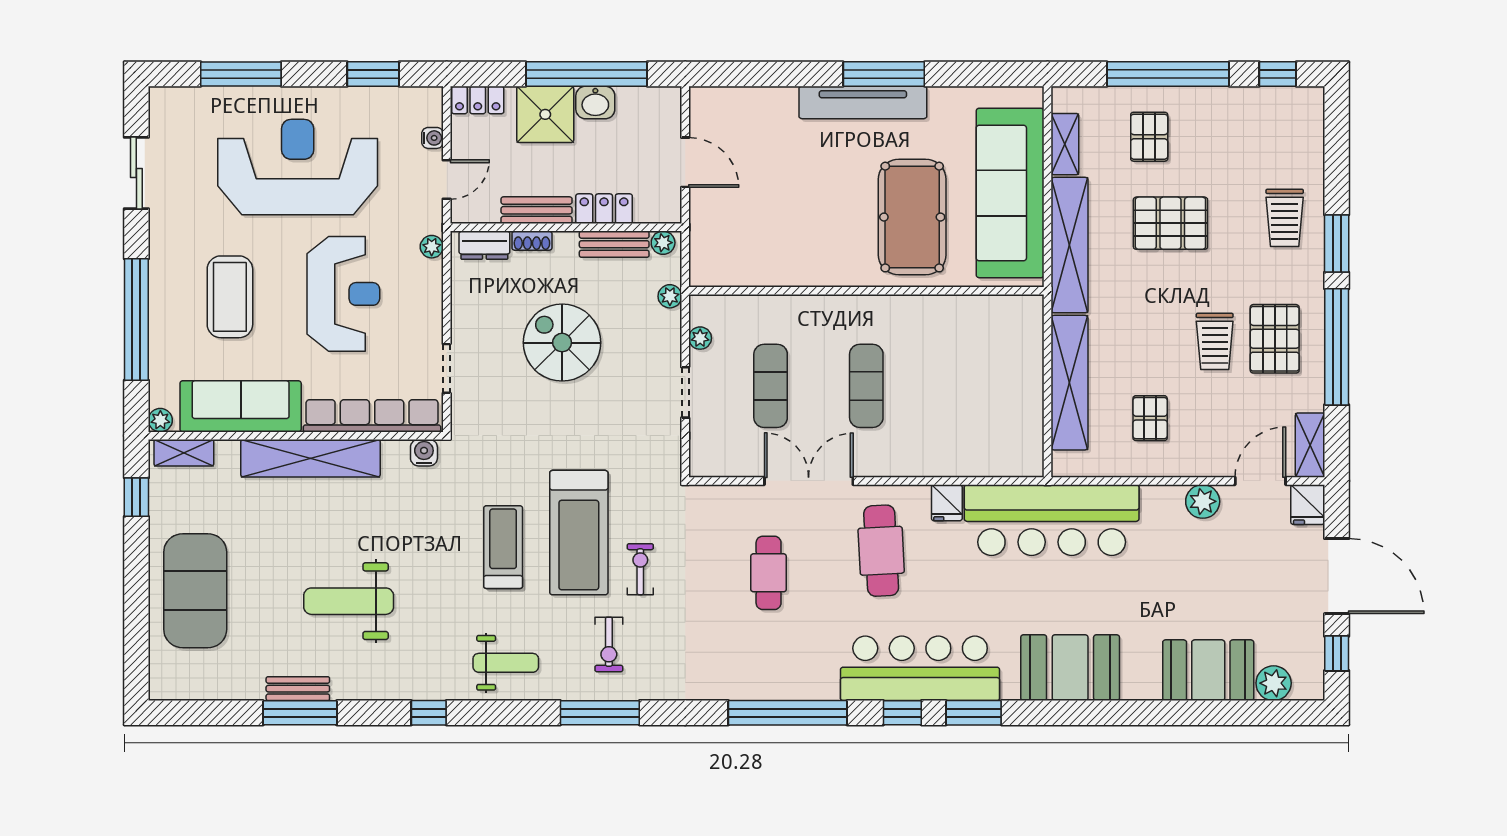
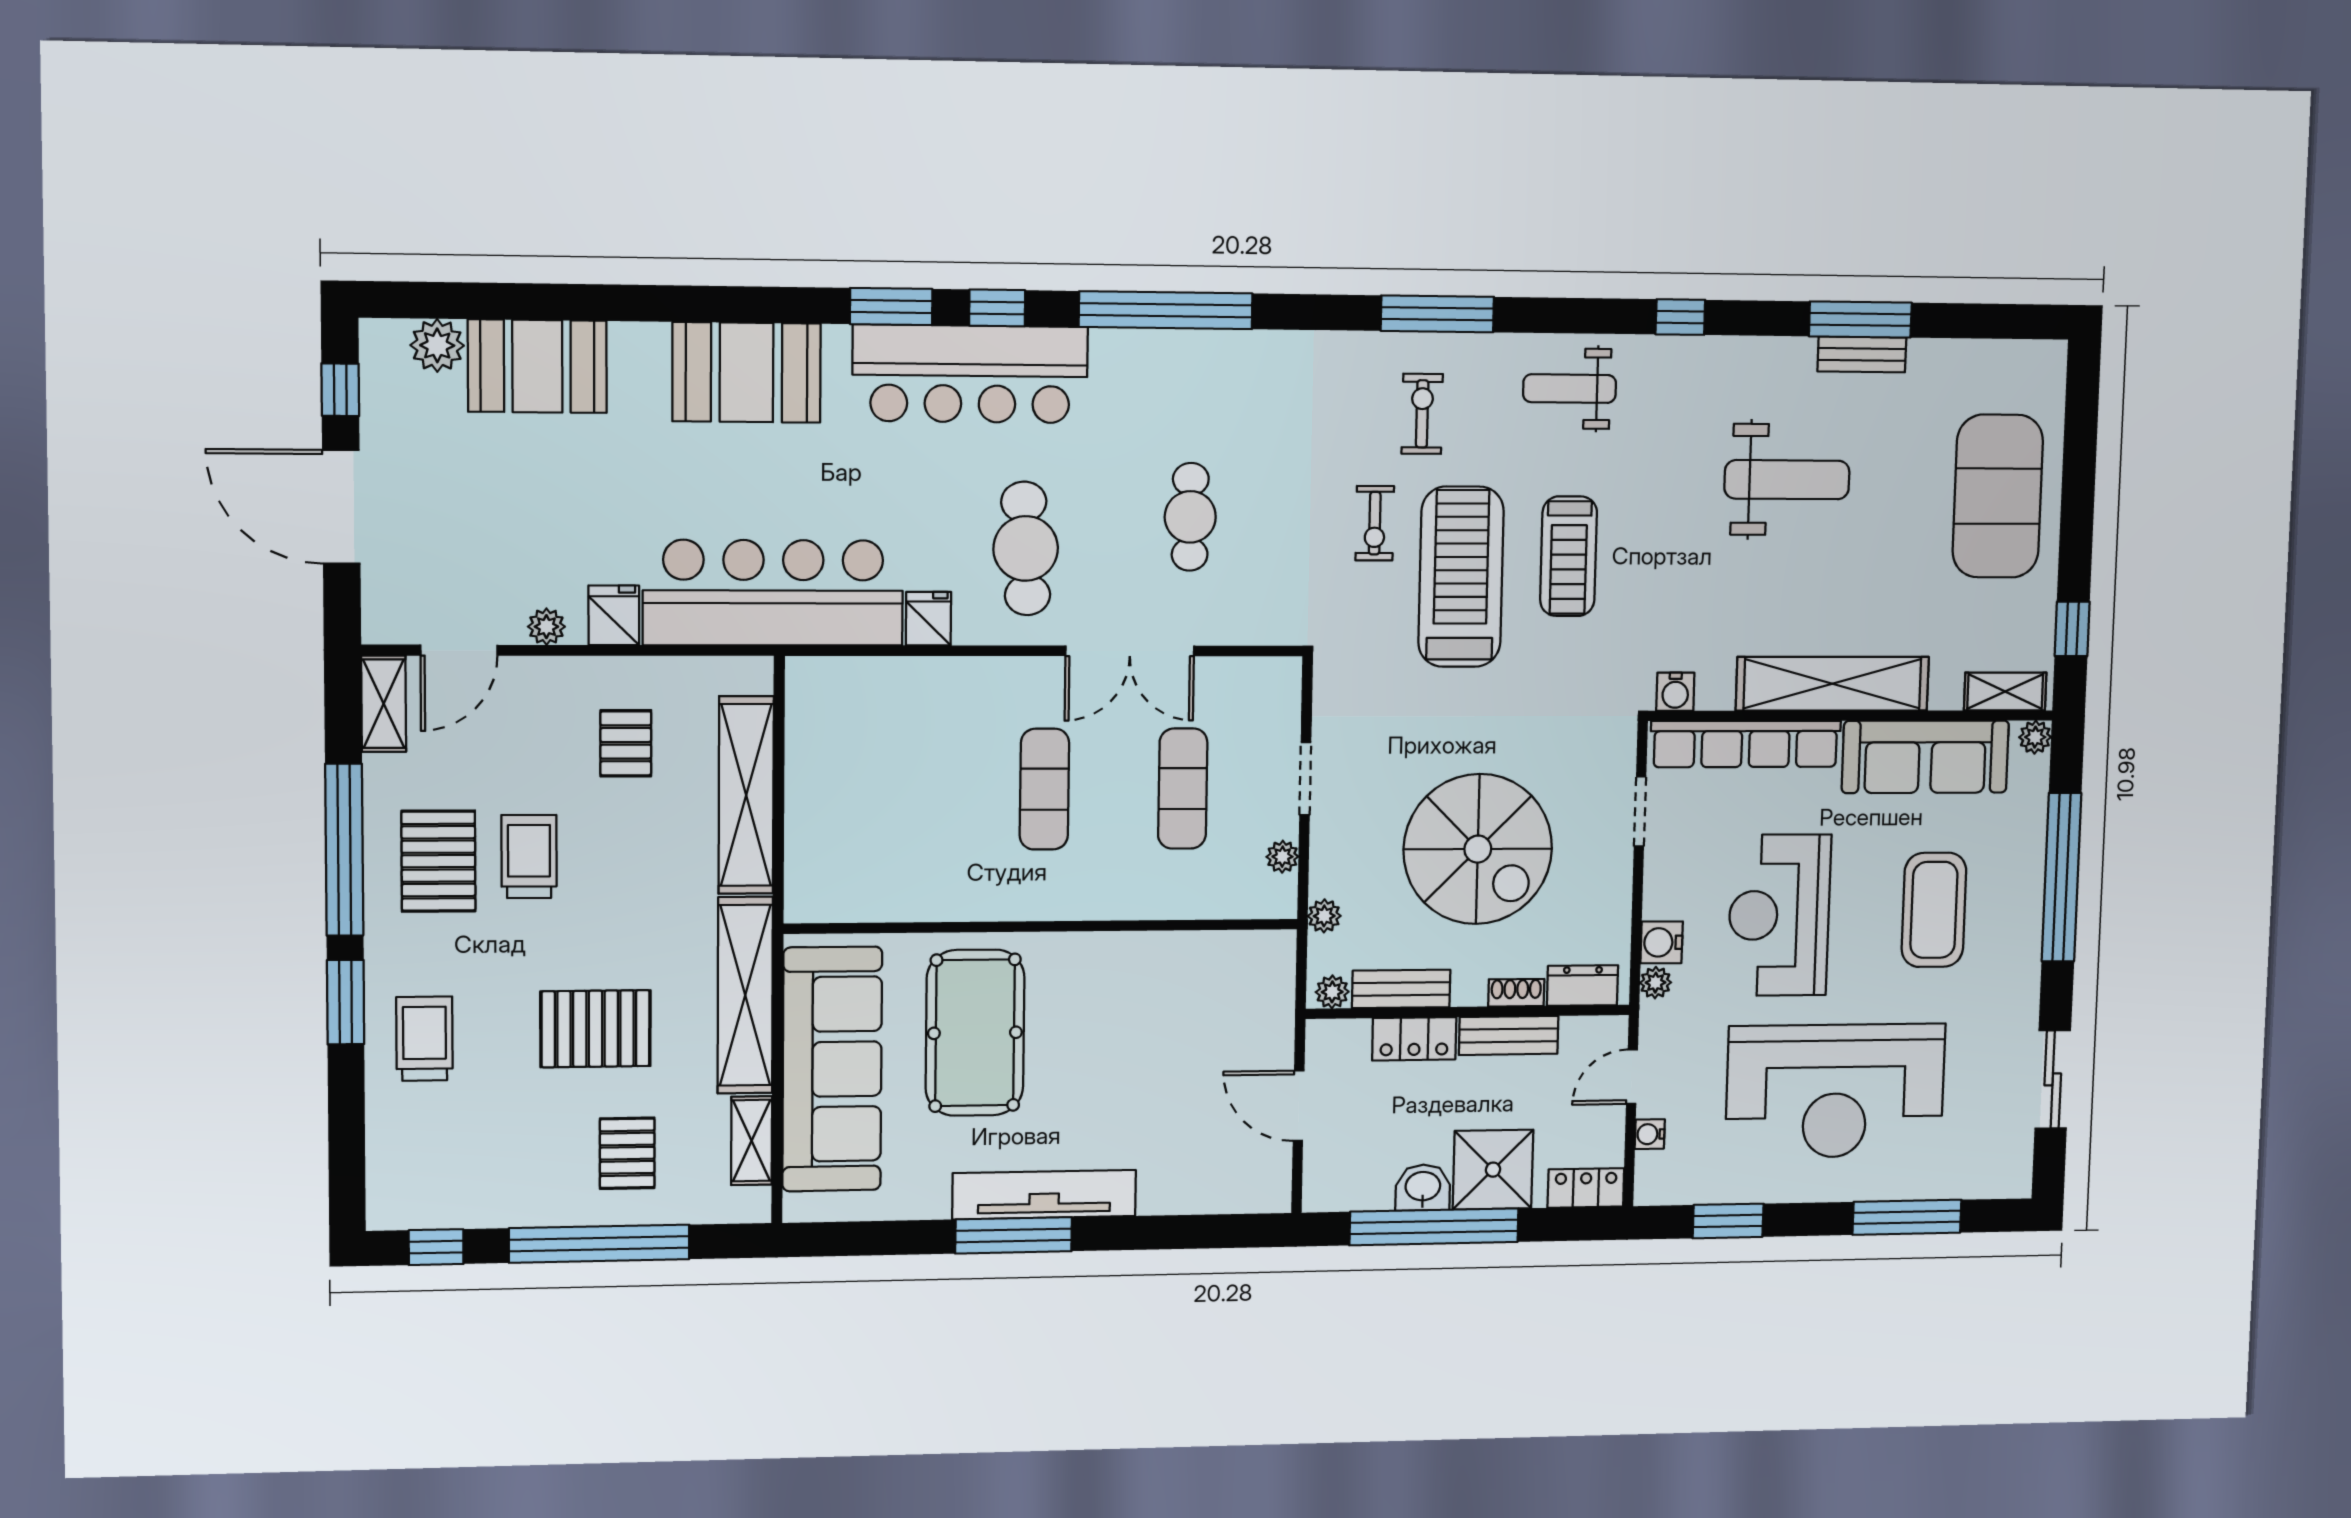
water cooler: (428, 275) -> (1662, 942), added
spiral stairs: (562, 343) -> (1478, 849), width x1.37, depth x1.37
plant: (1203, 501) -> (546, 627), width x0.73, depth x0.73
fridge: (1308, 505) -> (614, 615), moved

